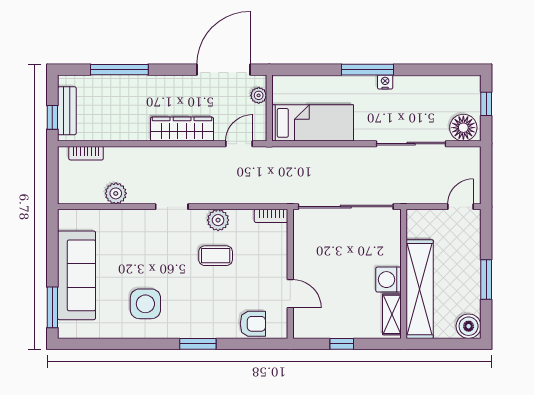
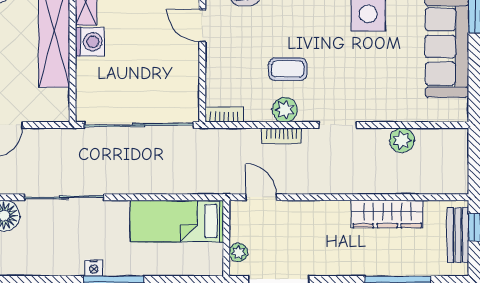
wardrobe: (182, 129) -> (387, 214), moved
door: (239, 144) -> (261, 197), swing flipped
bookcase: (86, 153) -> (281, 136), moved, turned 180

